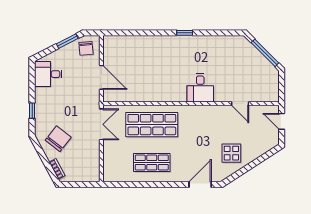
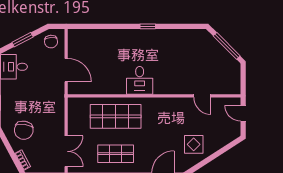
window: (67, 41) -> (23, 40), moved
desk: (200, 88) -> (140, 80), moved
double door: (101, 124) -> (66, 151), moved
chair: (58, 139) -> (24, 130), turned 150

